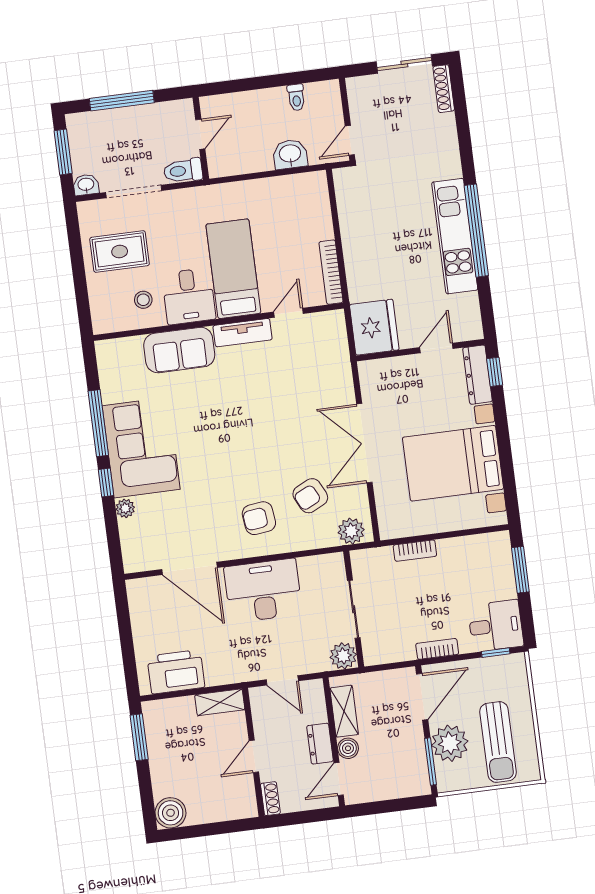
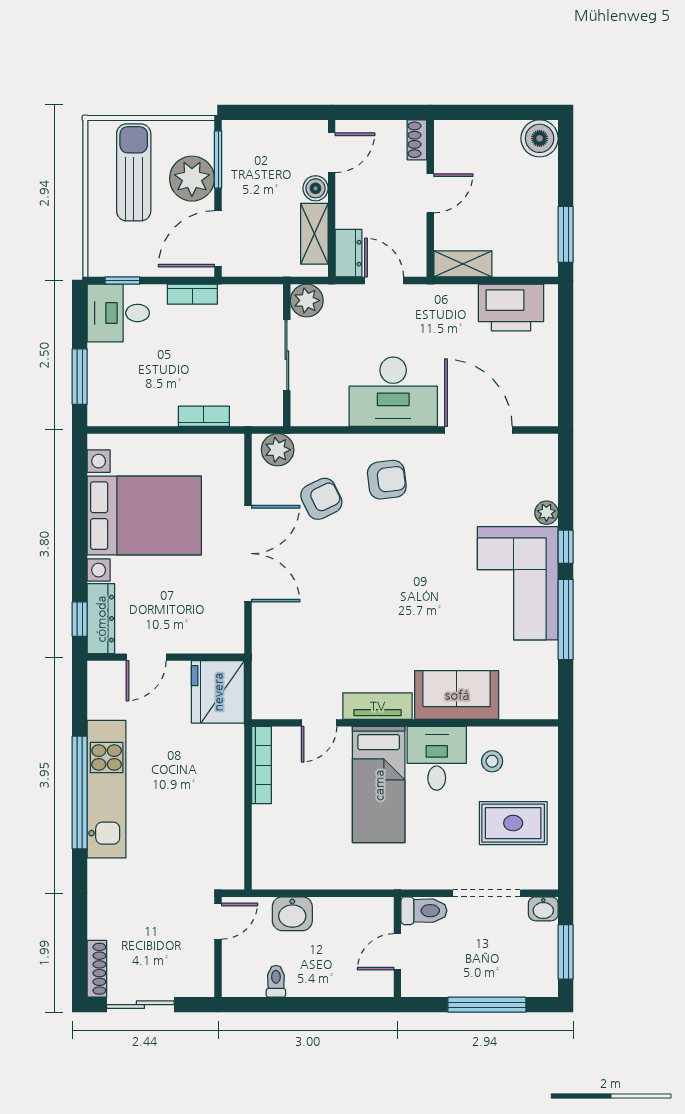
dresser: (320, 744) -> (349, 253), moved

